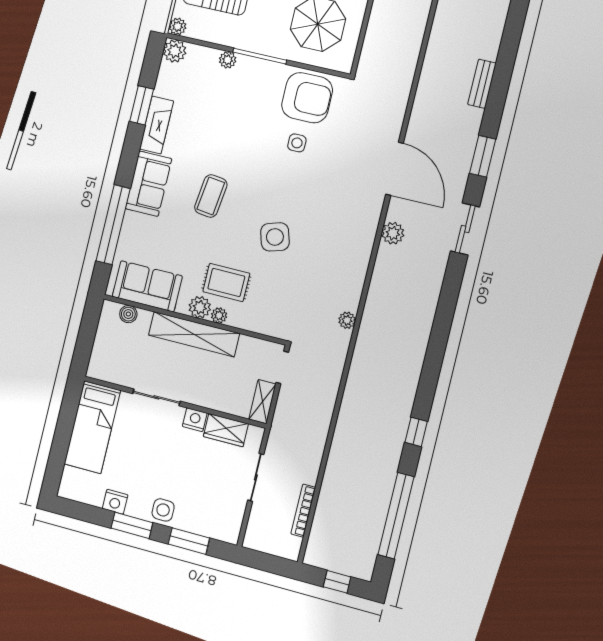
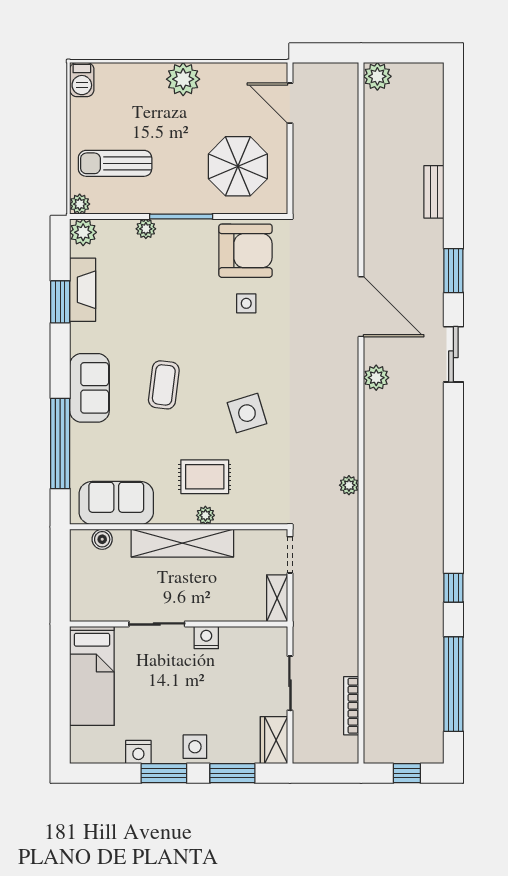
fireplace: (157, 125) -> (83, 290), moved
plant: (200, 307) -> (181, 512), removed
wardrobe: (226, 430) -> (274, 740), moved, turned 90

